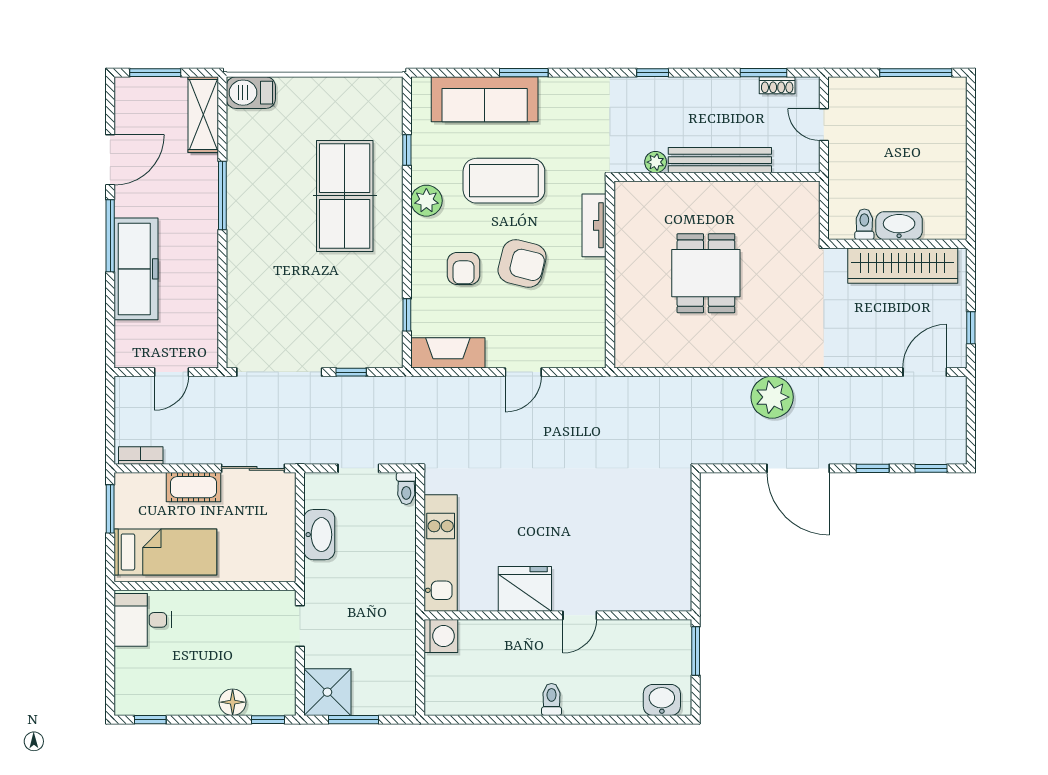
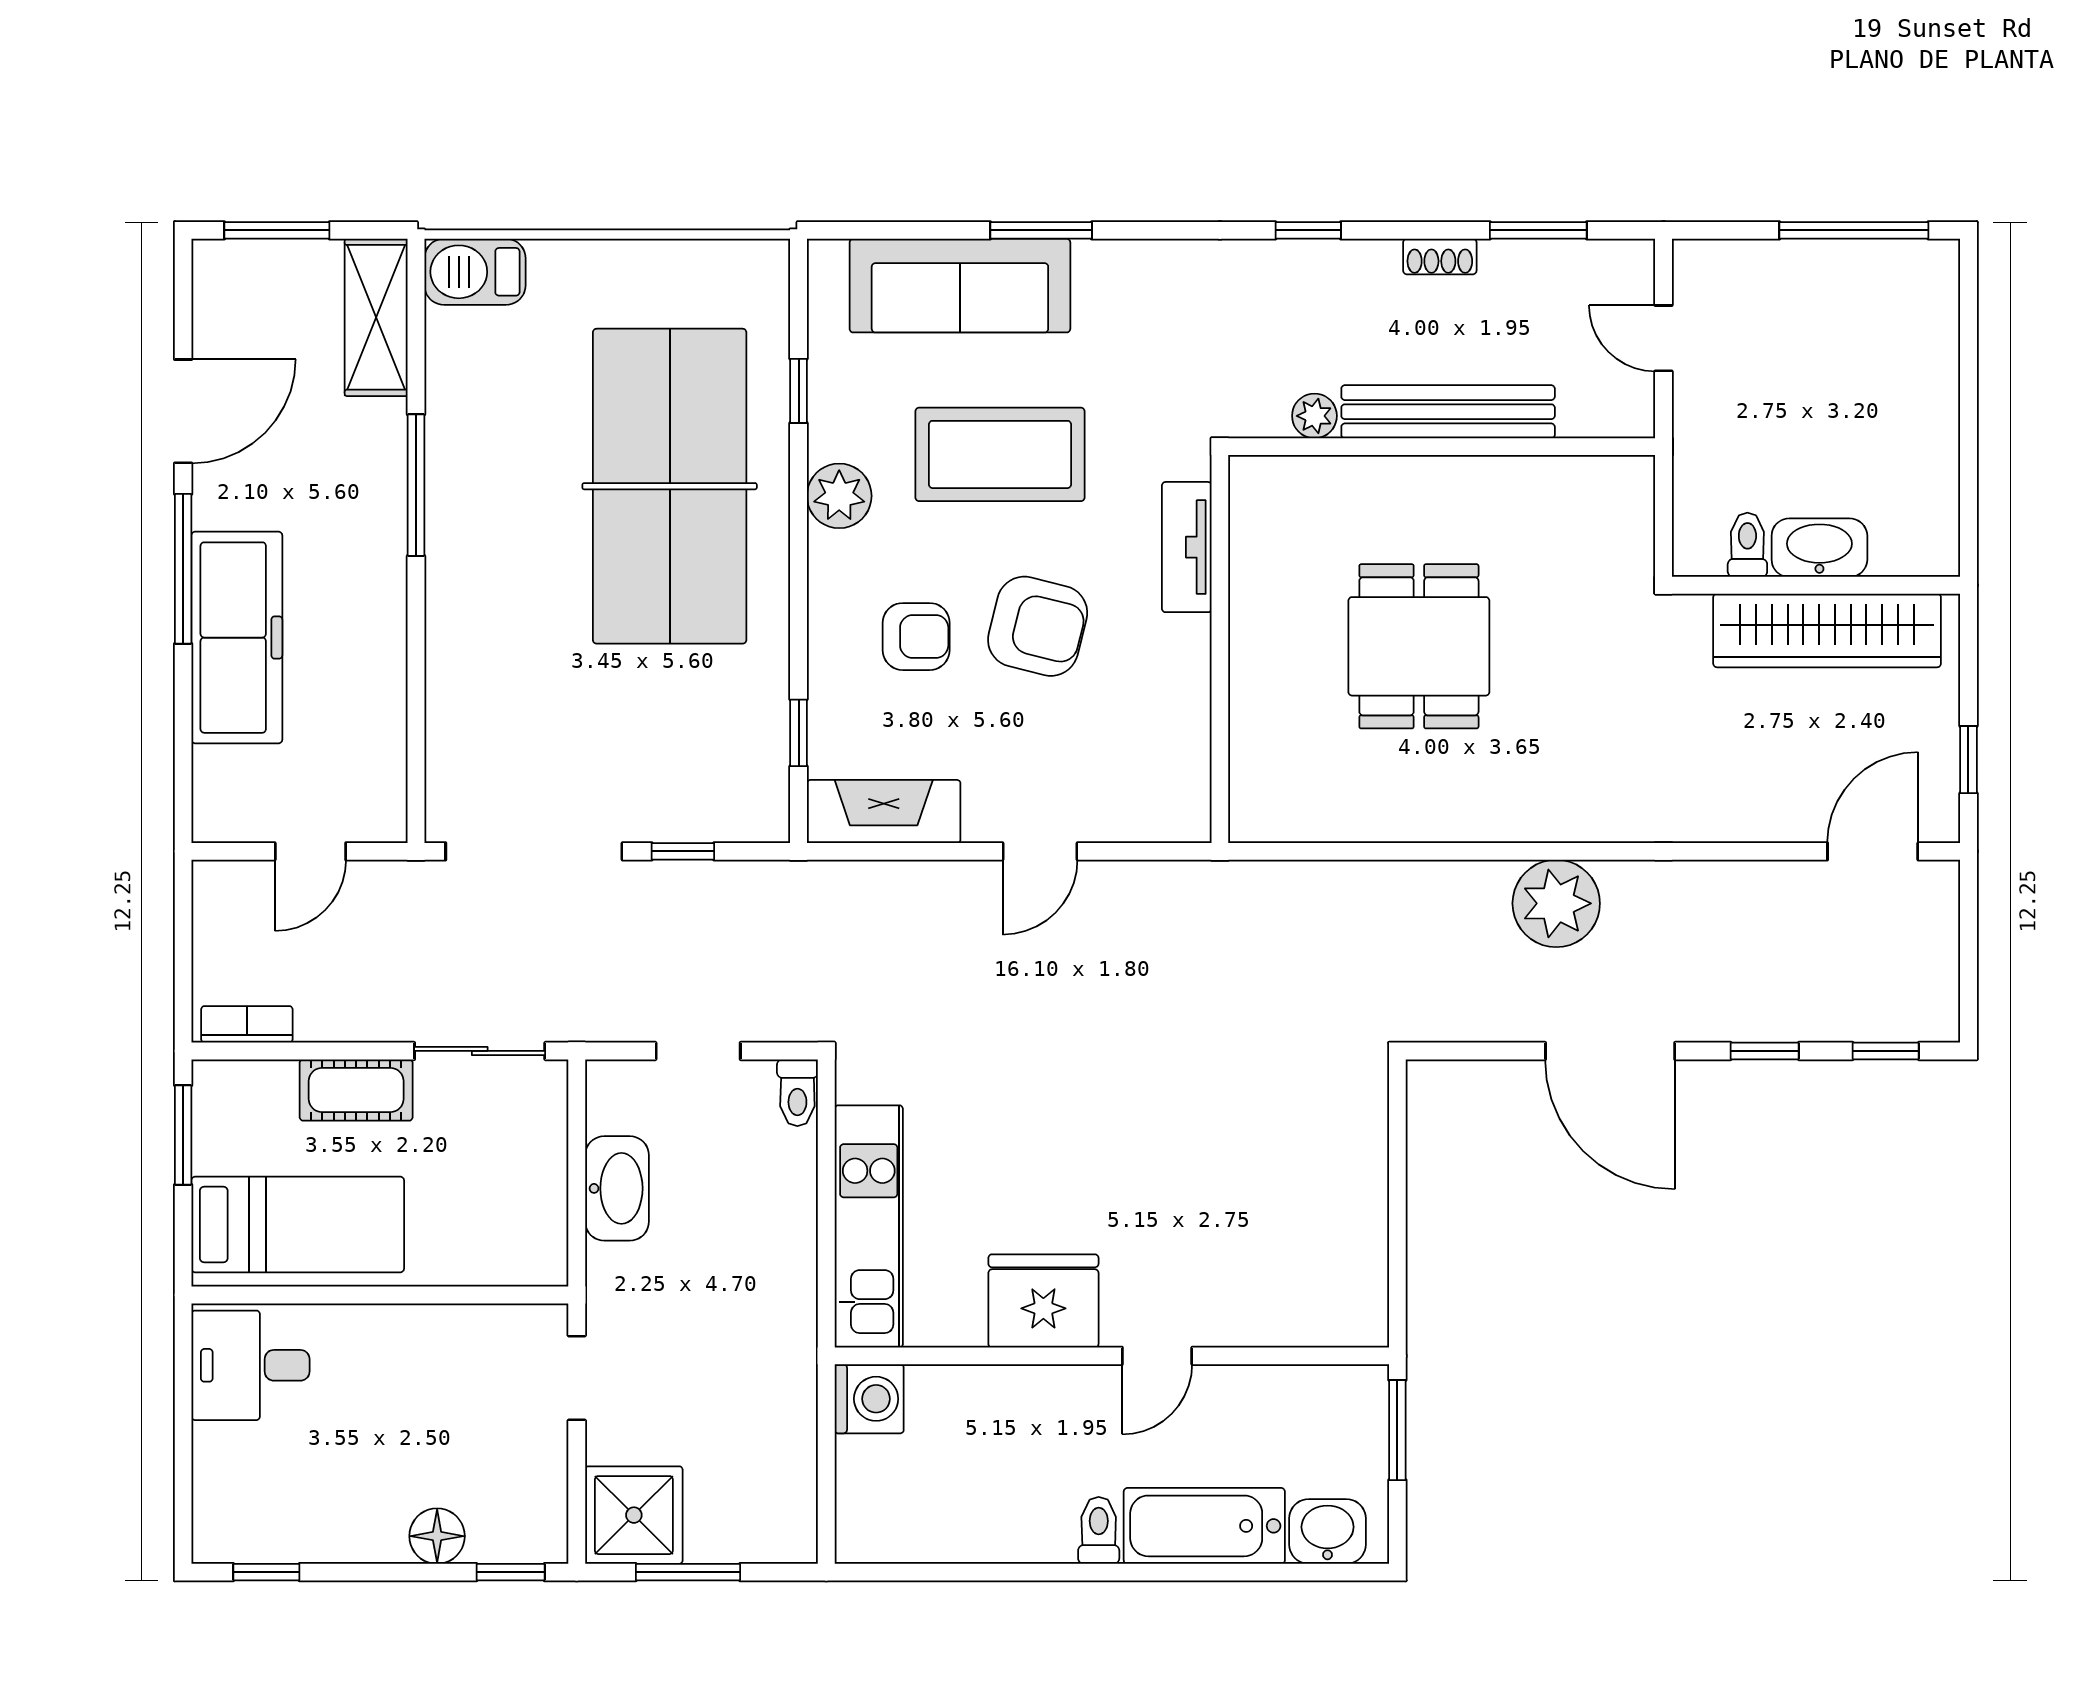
shoe rack: (777, 85) -> (1440, 257), moved
table tennis table: (345, 196) -> (670, 486), width x1.36, depth x1.32
armchair: (464, 268) -> (916, 637), turned -90
bathtub: (602, 697) -> (1204, 1526), added

